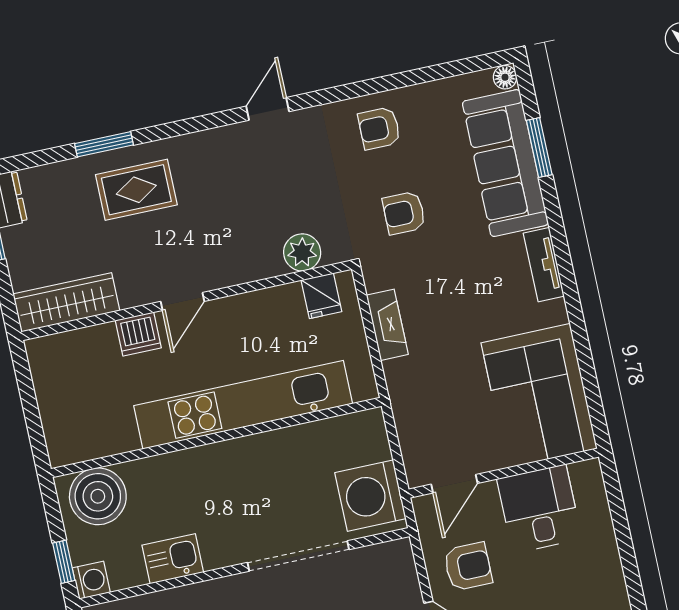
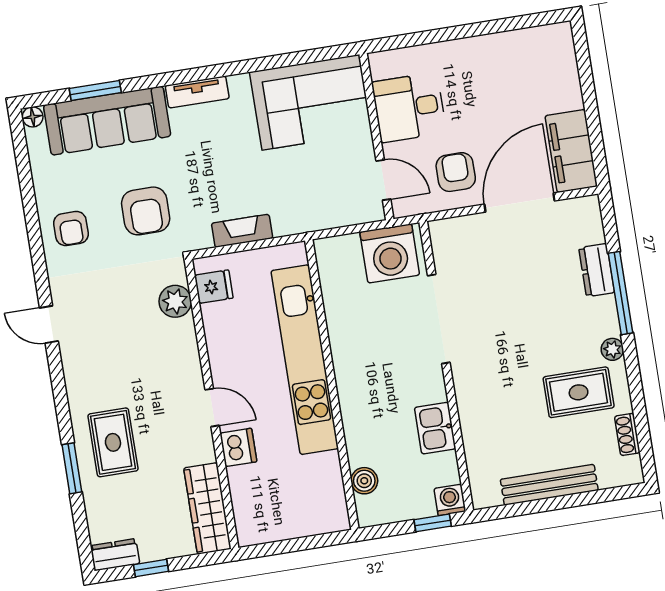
armchair: (404, 213) -> (146, 211), width x1.38, depth x1.38
boiler: (98, 496) -> (364, 481), width x0.54, depth x0.54

